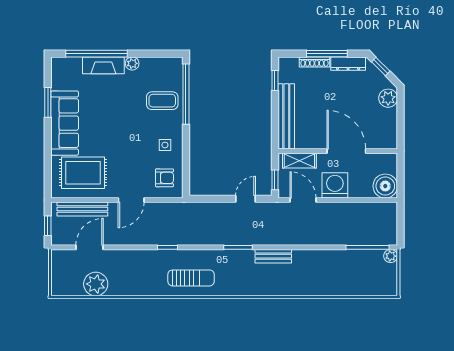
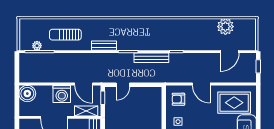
door: (131, 200) -> (201, 84), swing flipped
bench: (82, 209) -> (151, 58), moved
plant: (391, 256) -> (37, 46), moved
sun lounger: (191, 278) -> (65, 35), moved

